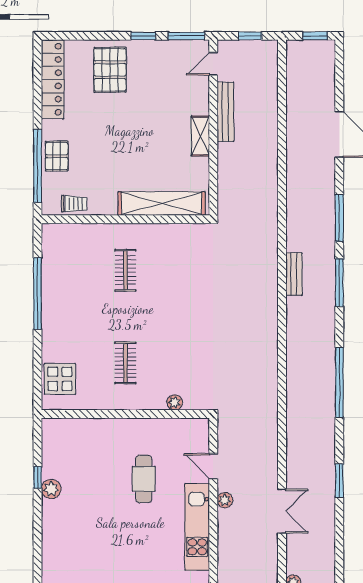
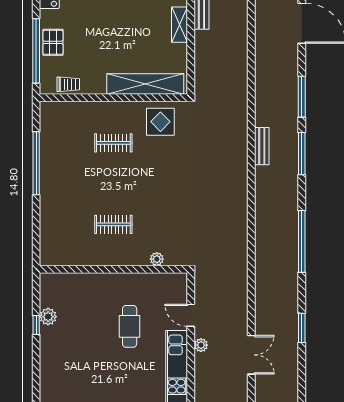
clothes rail: (125, 270) -> (113, 143), turned 90
clothes rail: (125, 363) -> (113, 224), turned 90
display table: (60, 379) -> (160, 122), moved
plant: (51, 489) -> (48, 317), moved

